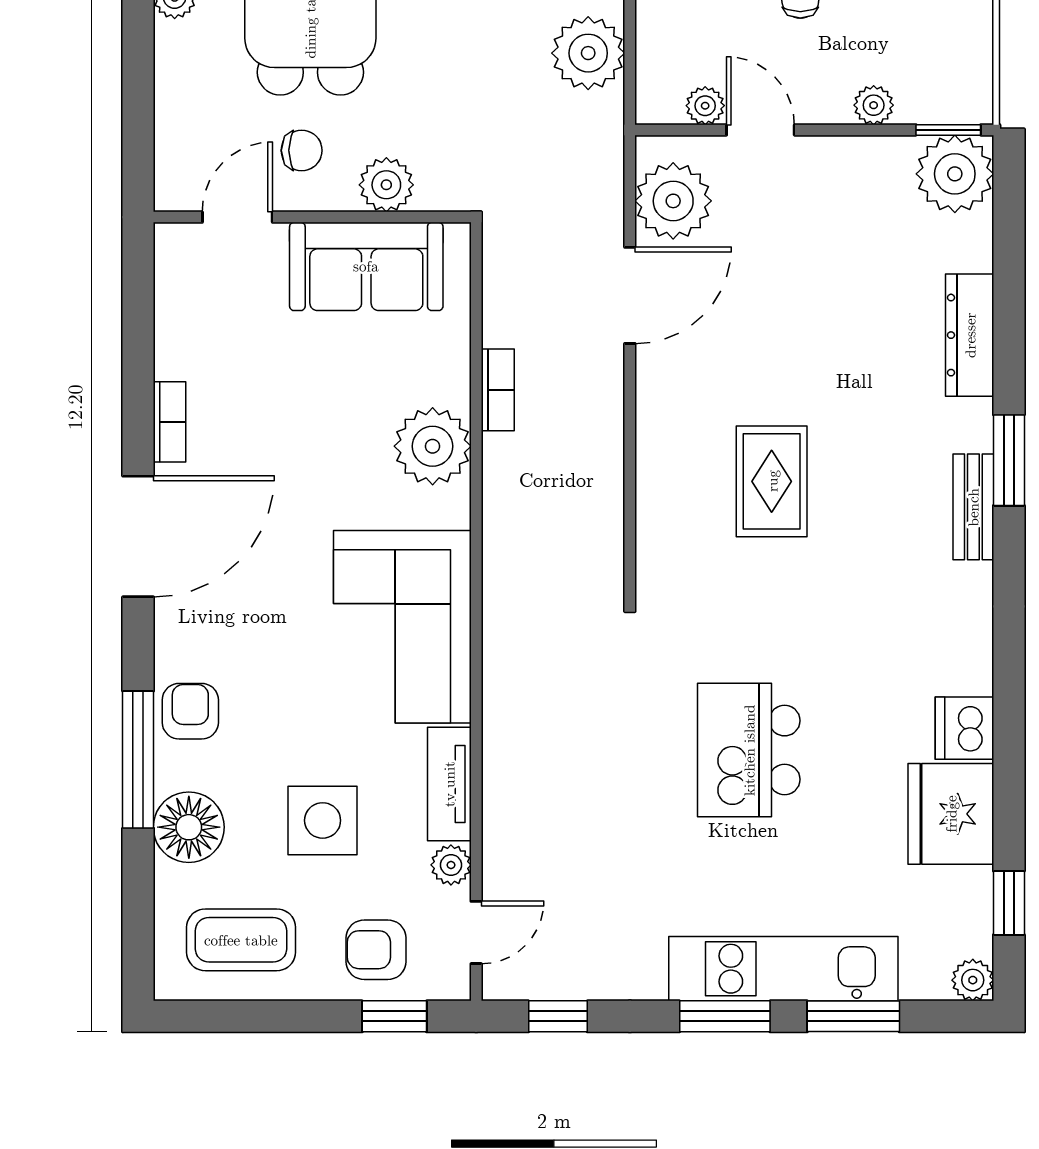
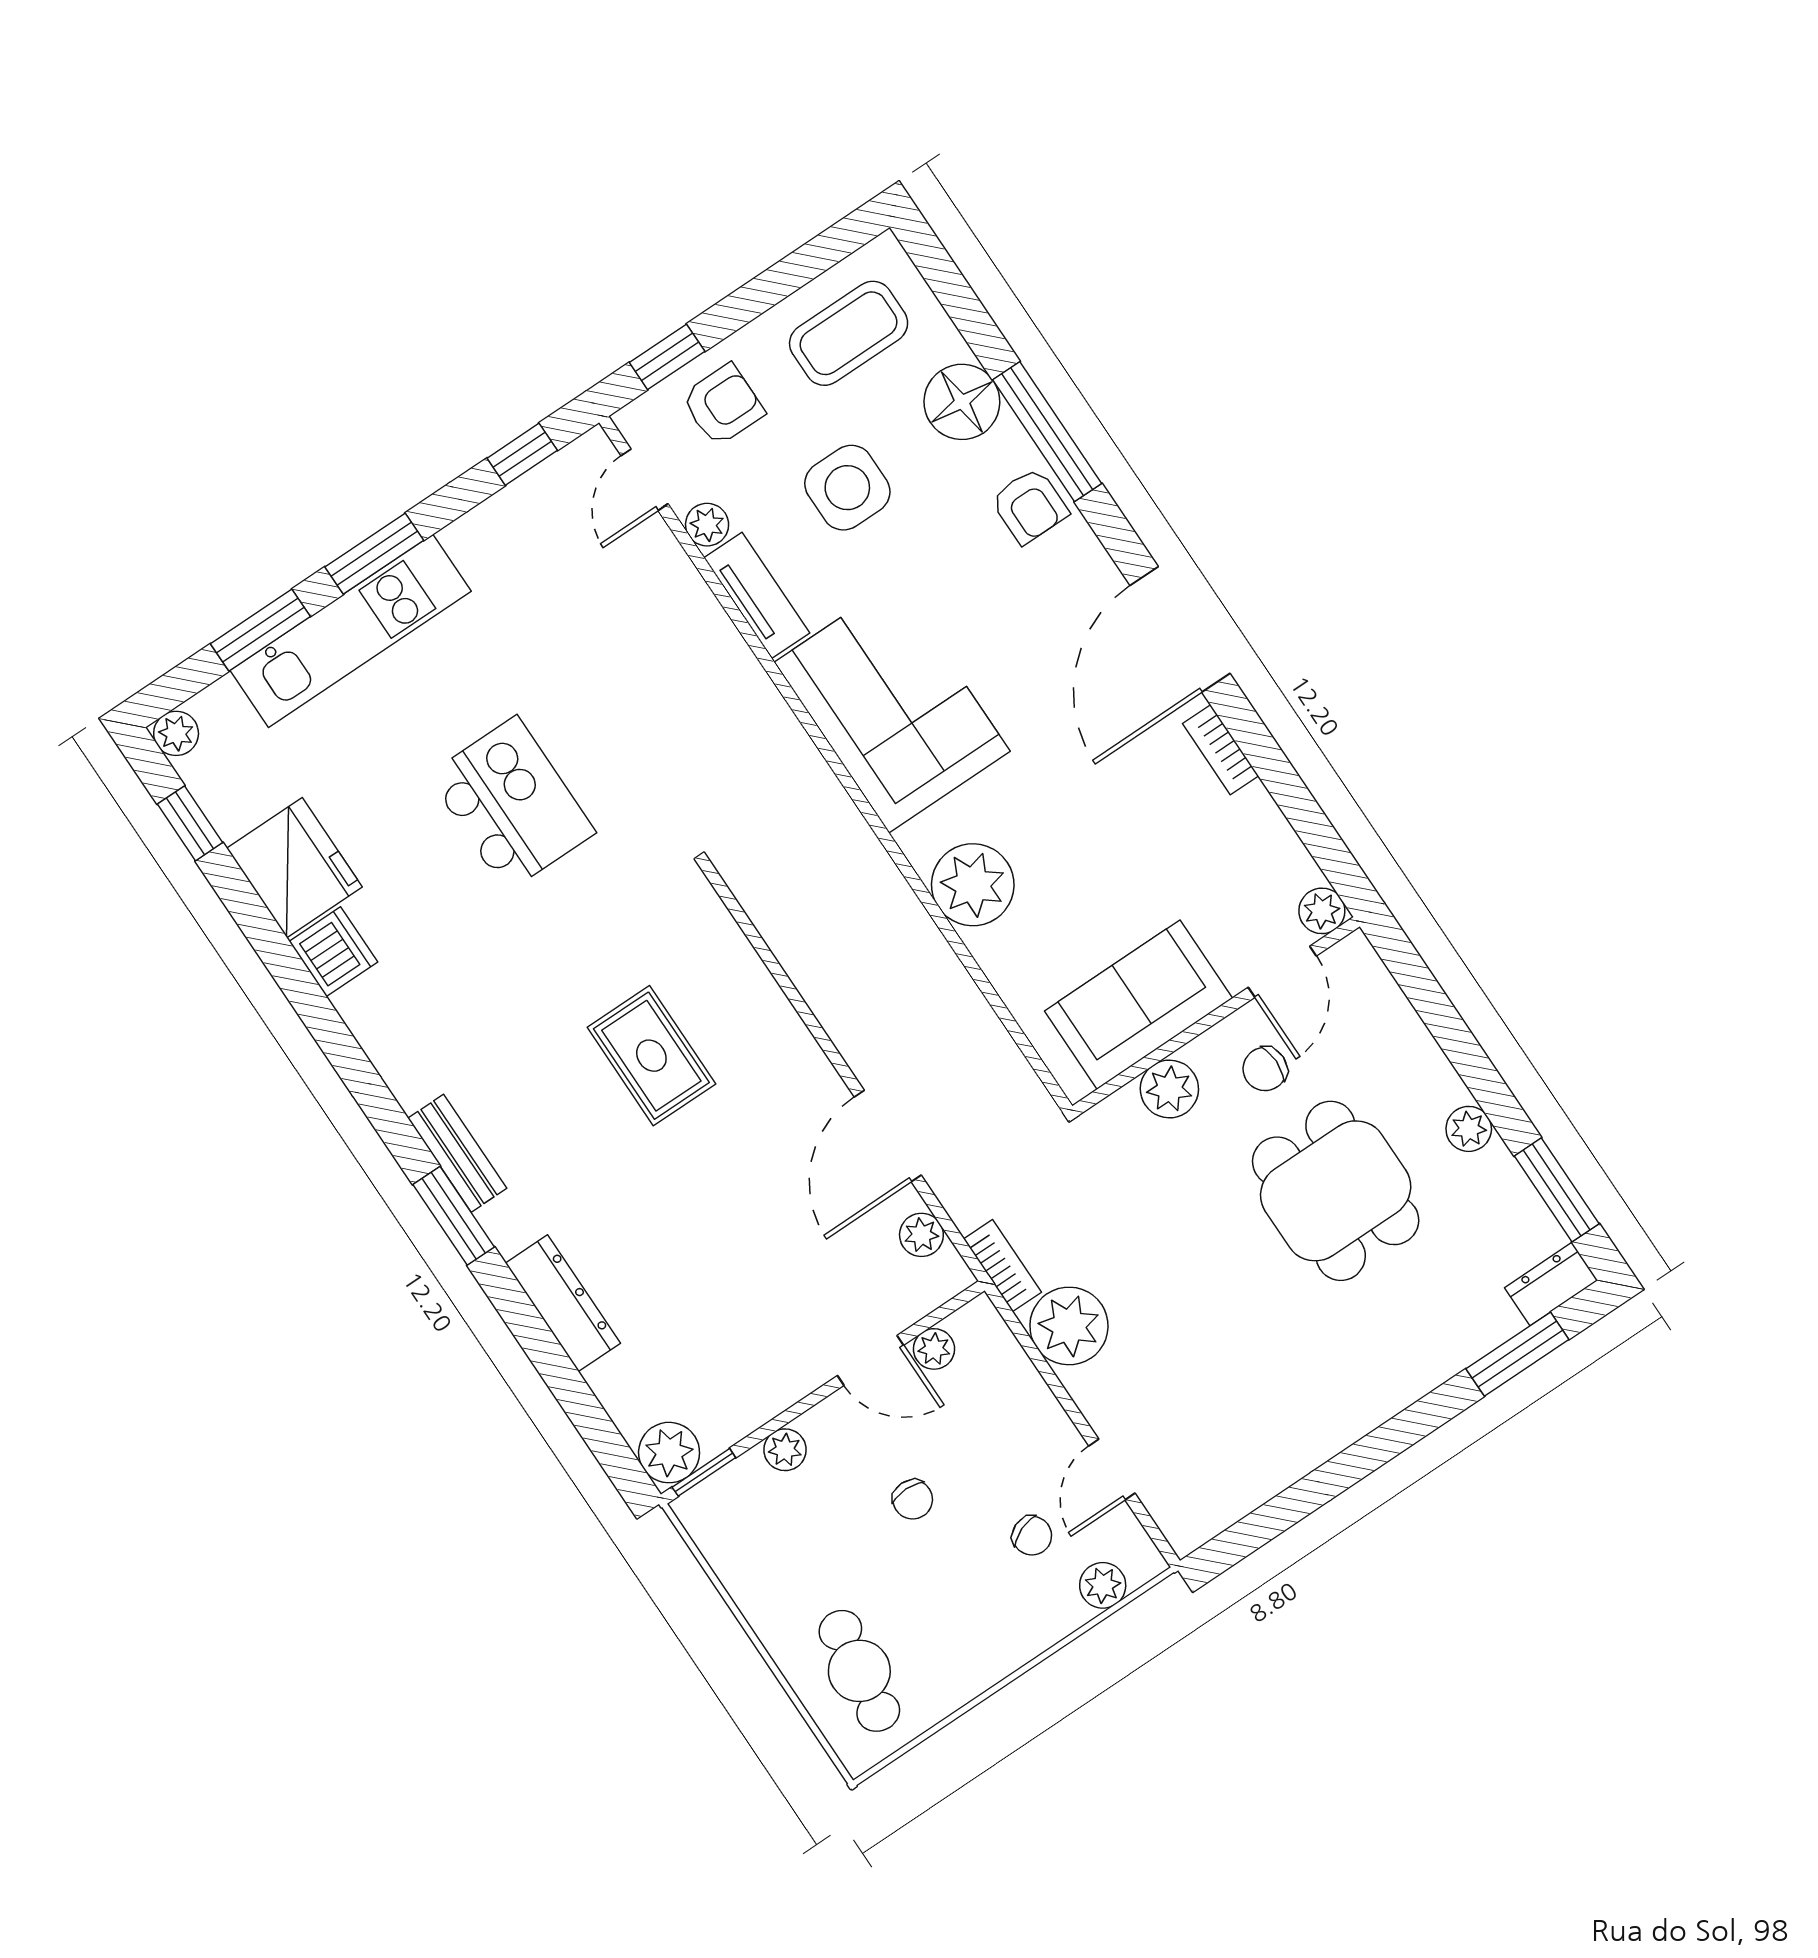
plant: (955, 174) -> (669, 1453), width x0.73, depth x0.73
plant: (673, 201) -> (921, 1235), width x0.53, depth x0.53
plant: (175, 244) -> (1322, 911), added
bookcase: (498, 390) -> (1003, 1266), moved, turned 180

